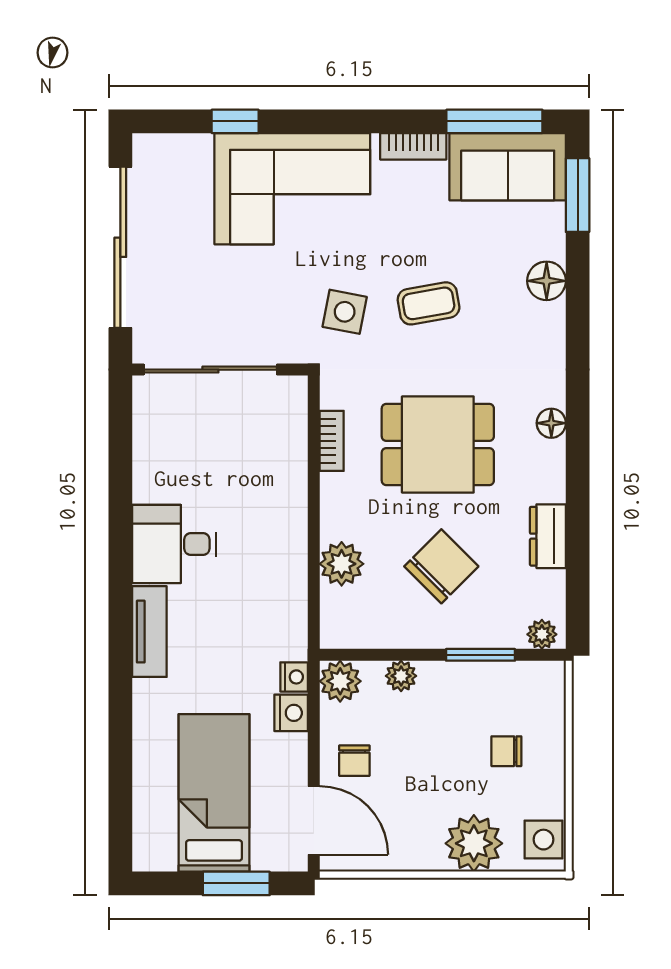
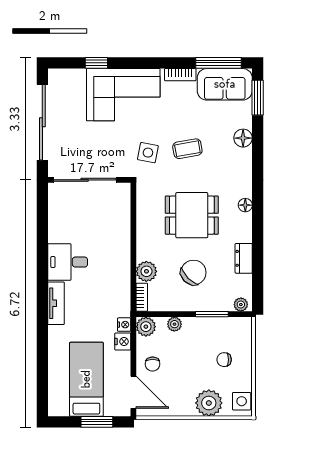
bookcase: (332, 441) -> (142, 297), moved

